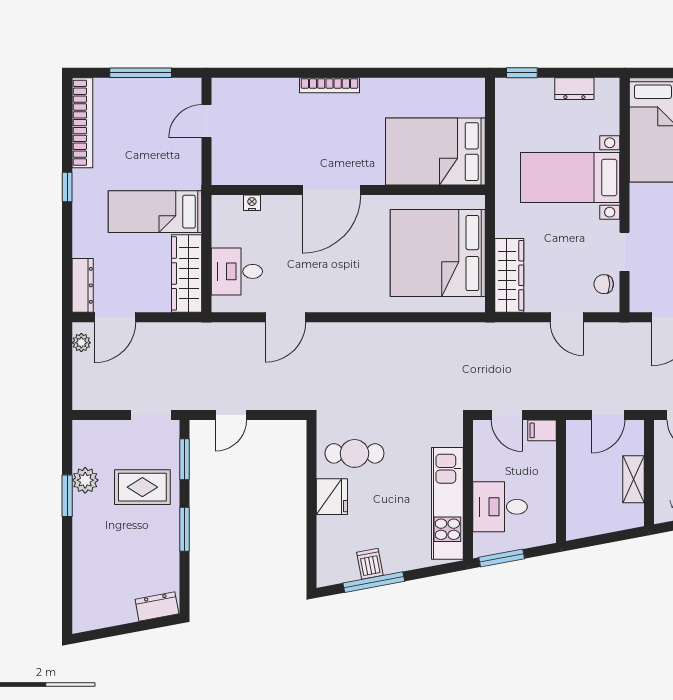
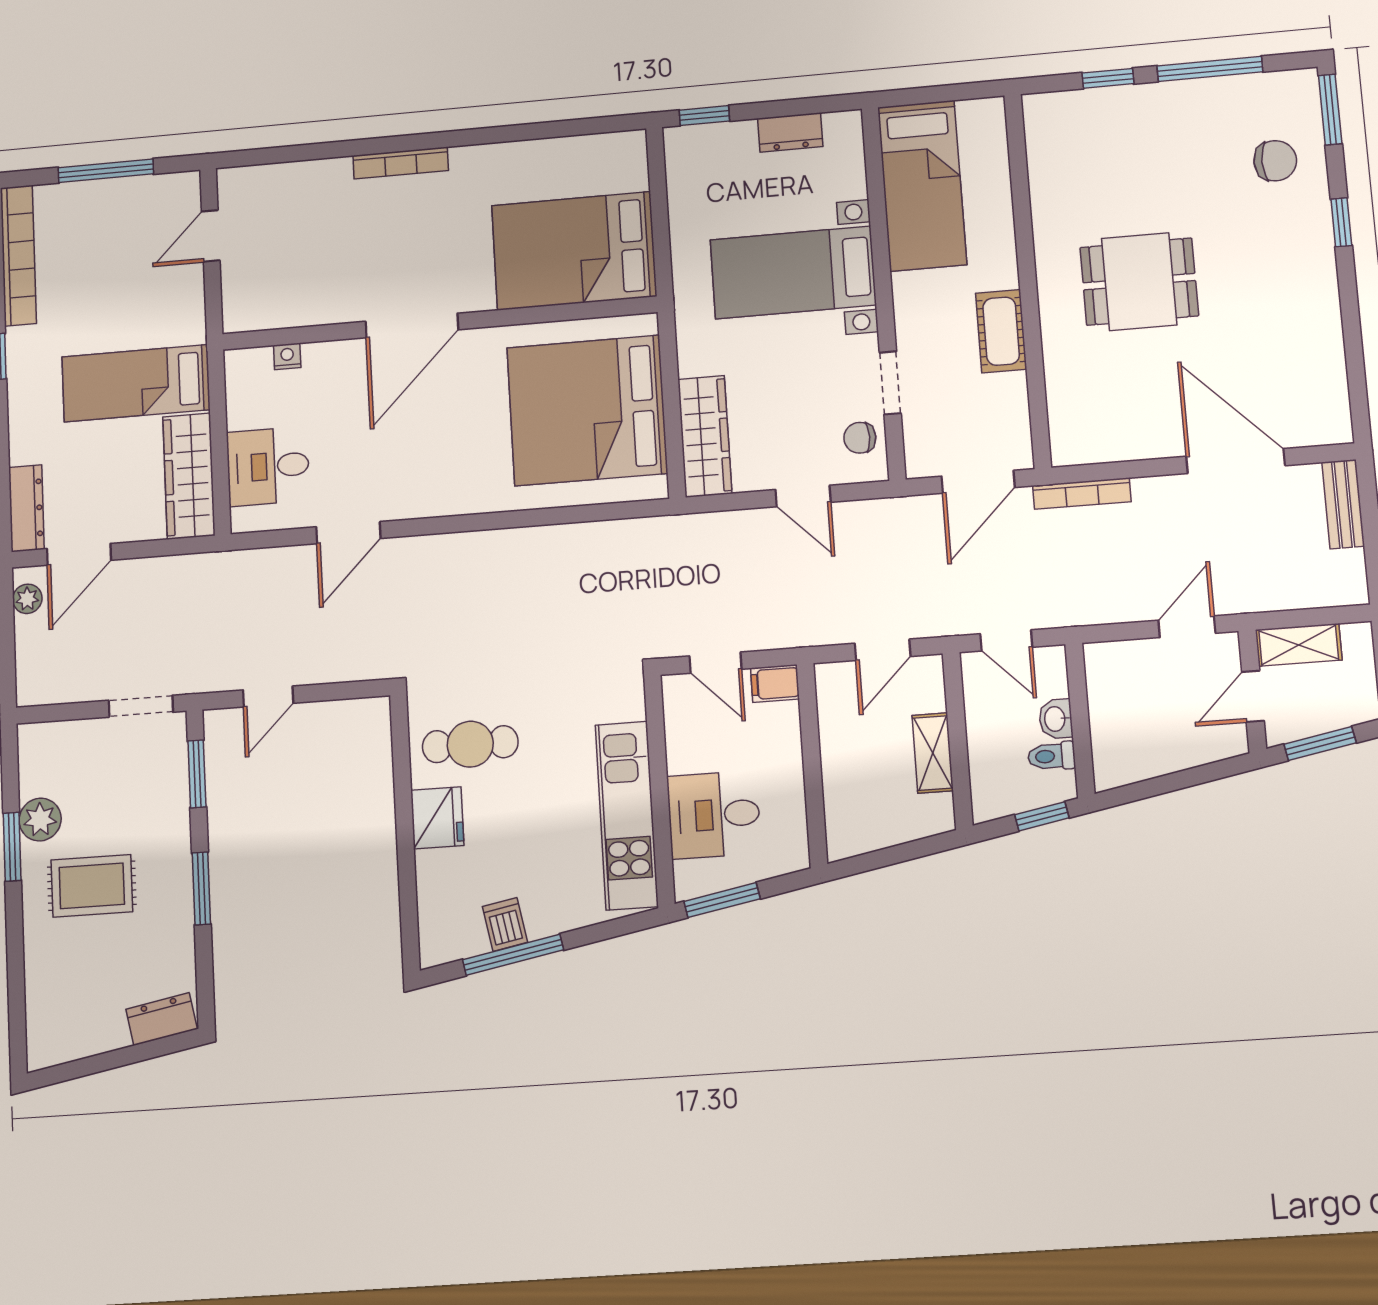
rug: (142, 487) -> (92, 886), moved

